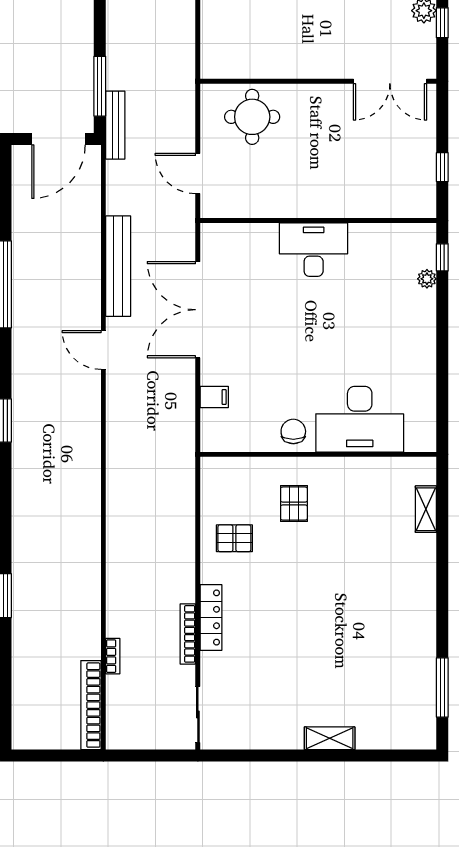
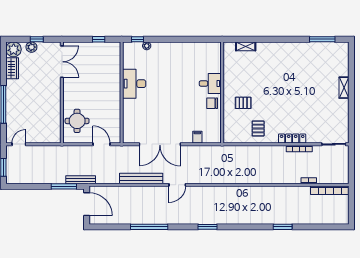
door: (198, 174) -> (101, 144), swing flipped
desk: (314, 250) -> (134, 84), moved
desk: (360, 419) -> (210, 84), width x0.53, depth x0.77

